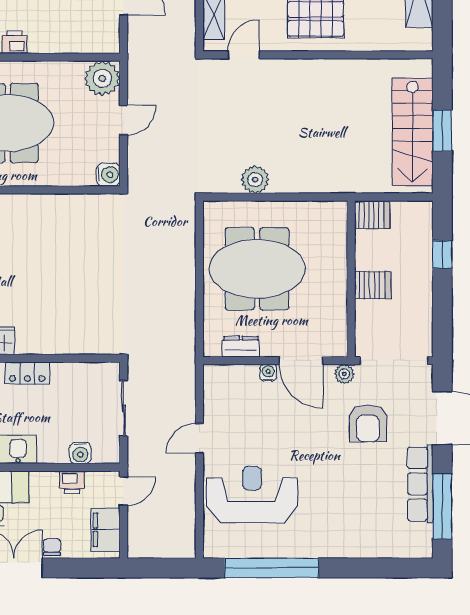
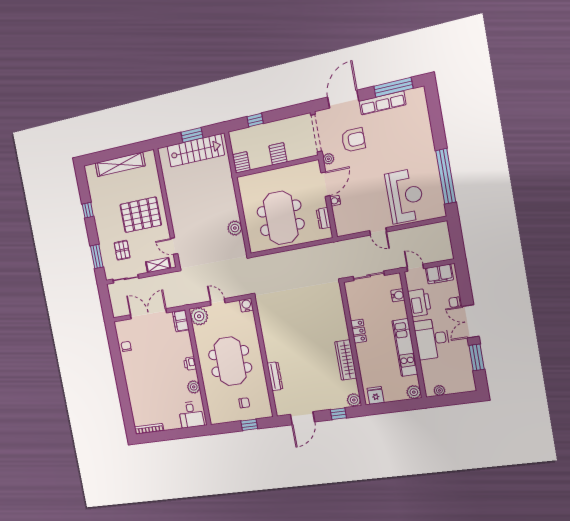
filing cabinet: (100, 40) -> (181, 321), added
printer: (72, 482) -> (419, 303), width x1.87, depth x1.48
reception desk: (252, 495) -> (405, 196), turned 180

